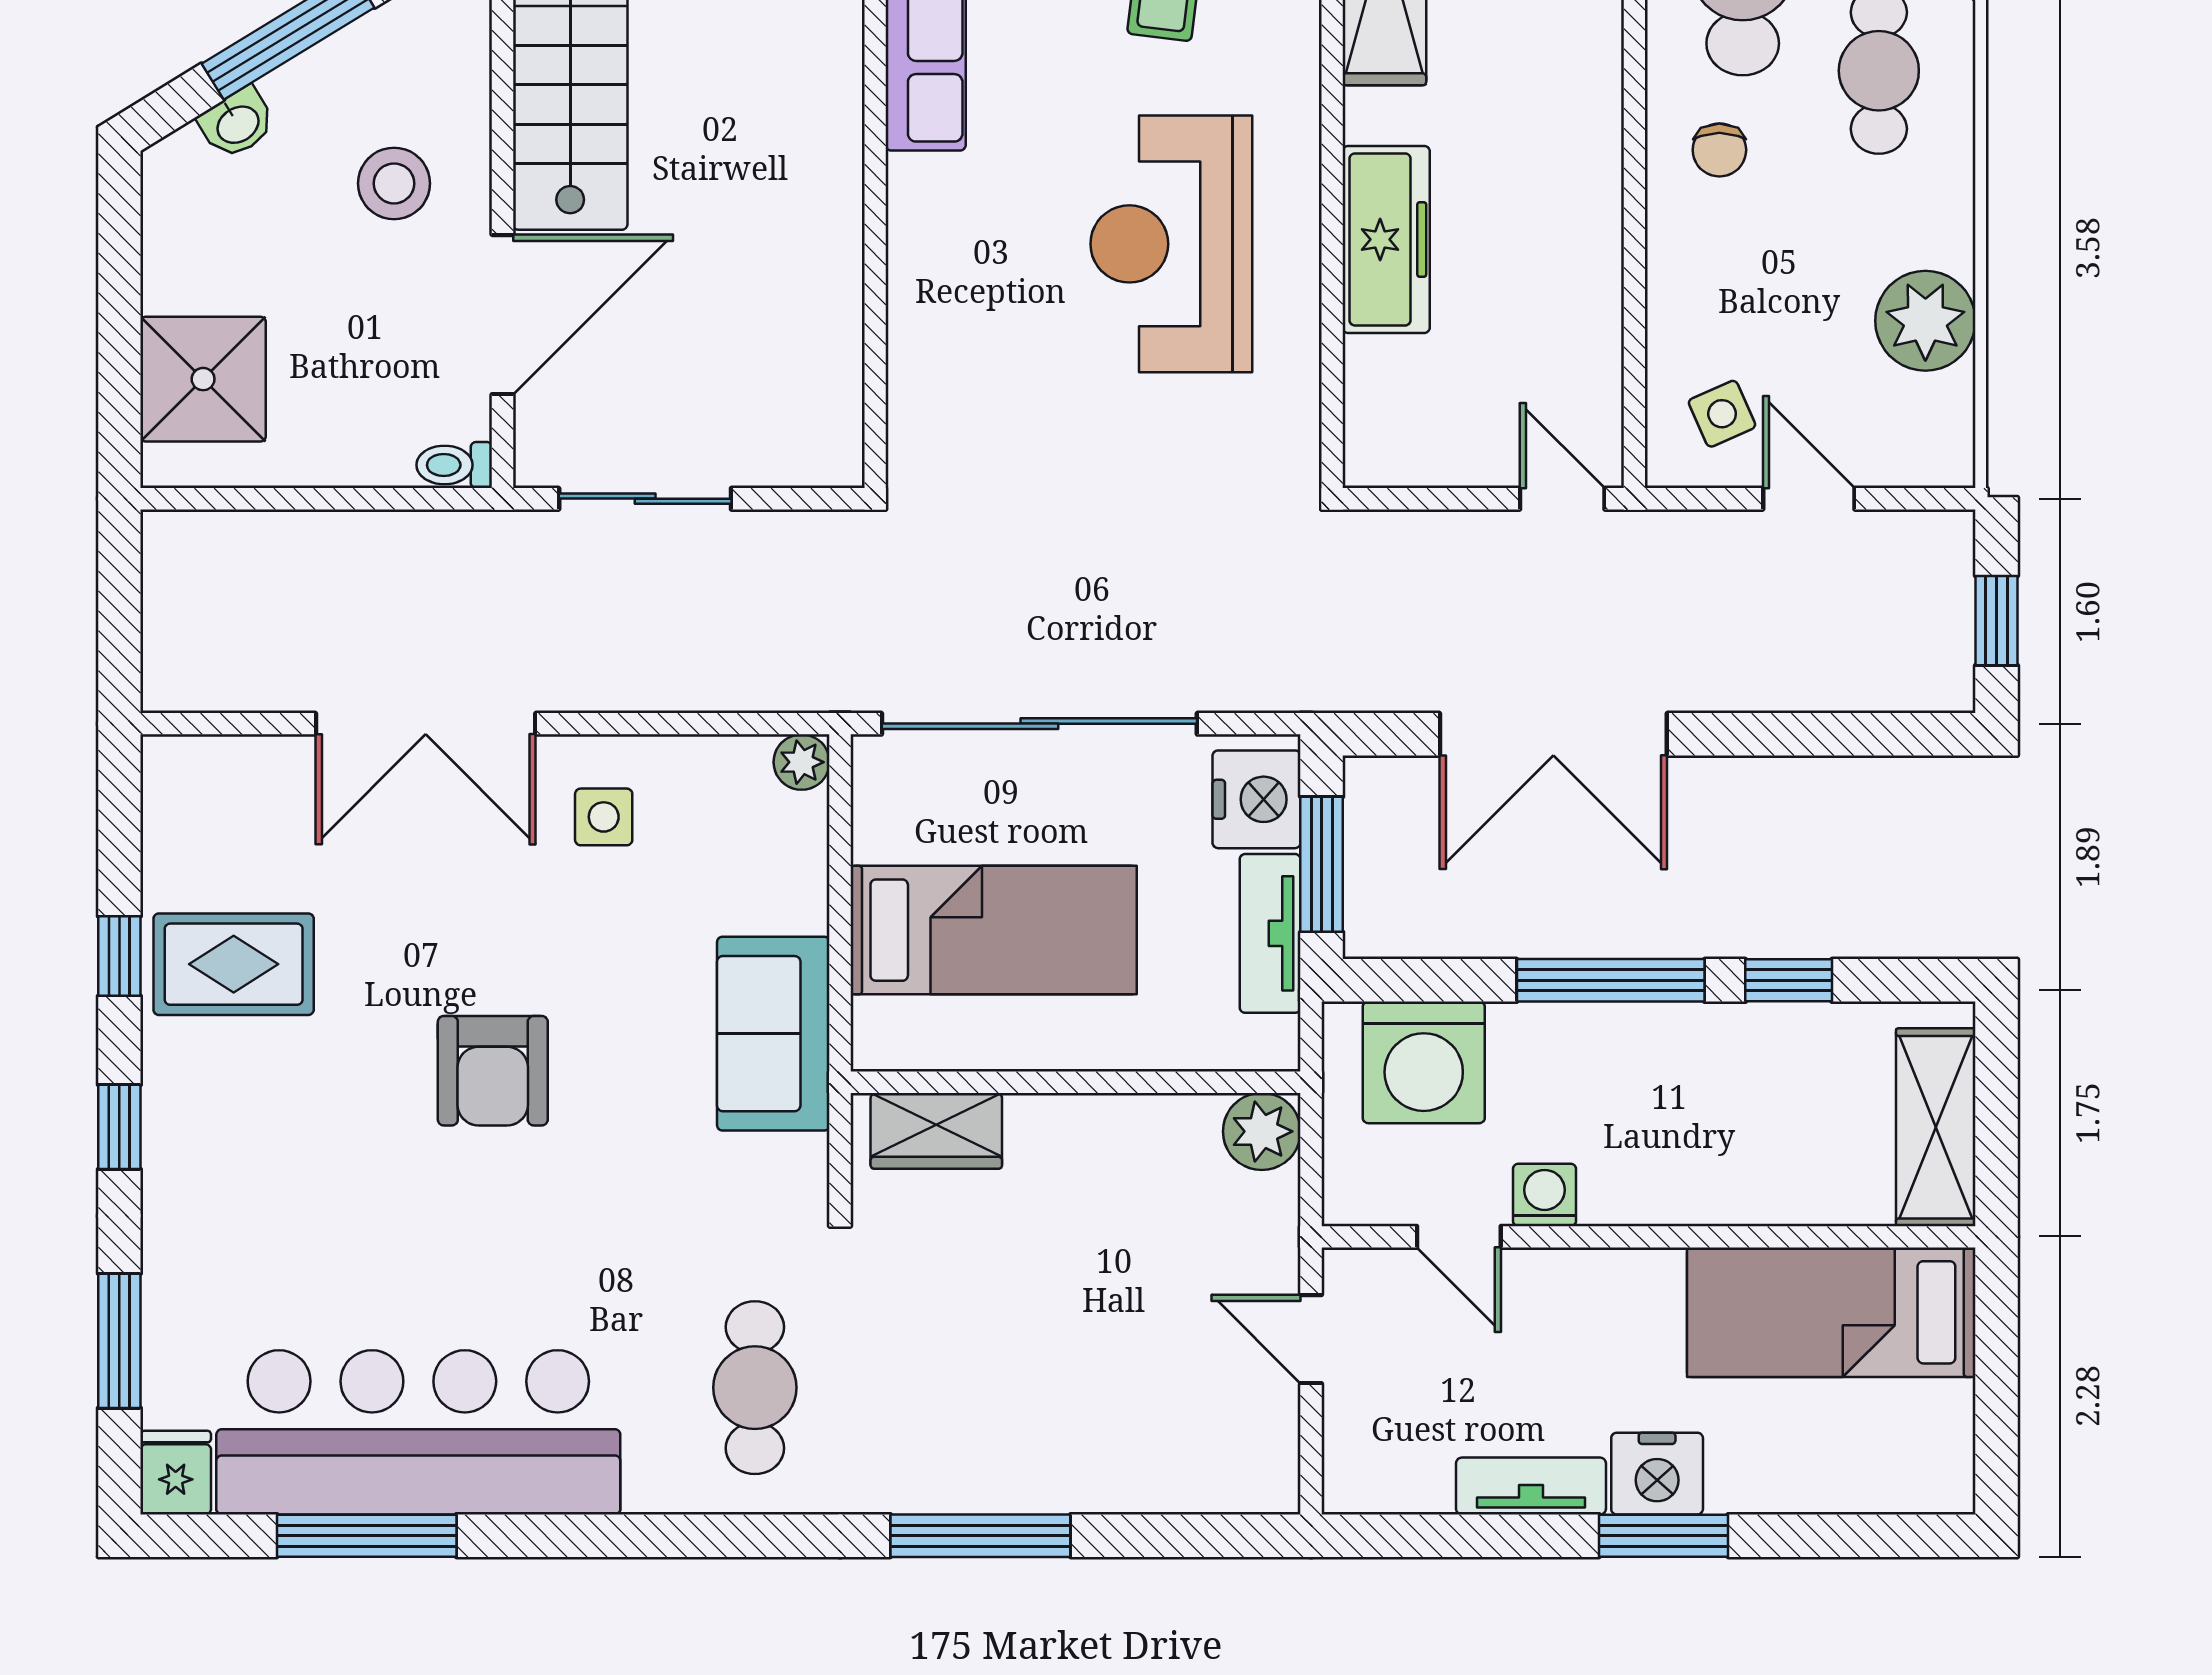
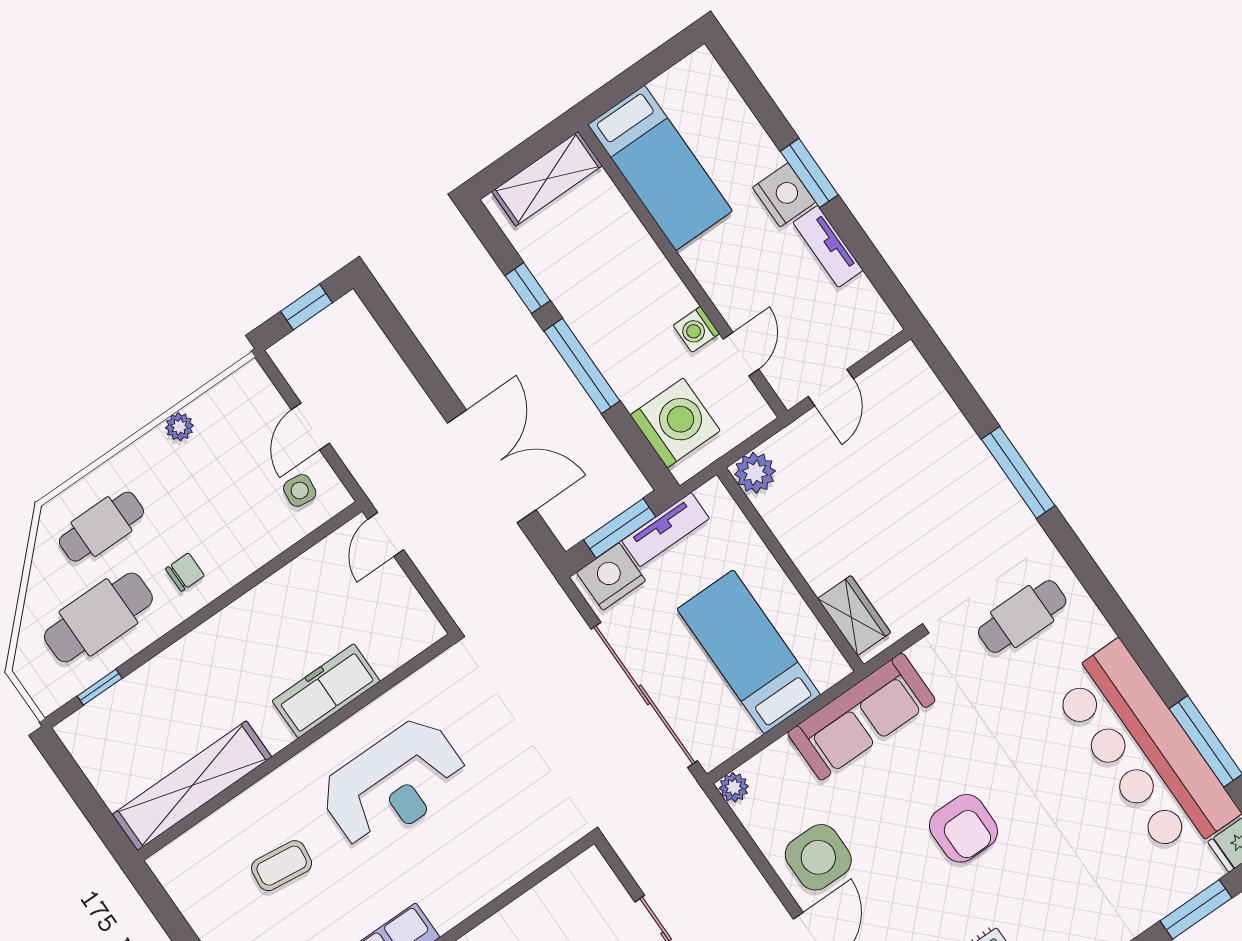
plant: (1925, 321) -> (179, 427), width x0.53, depth x0.53
side table: (1722, 414) -> (300, 490), turned 31
side table: (604, 817) -> (818, 857), width x1.87, depth x1.87
sofa: (773, 1034) -> (861, 717), width x1.36
armchair: (493, 1071) -> (963, 828), turned 90

